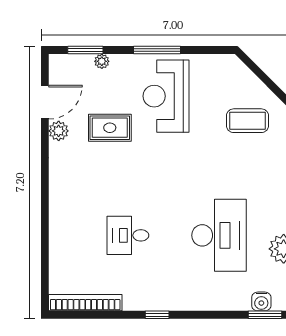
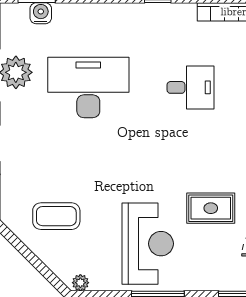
plant: (102, 61) -> (80, 283), moved
desk: (219, 235) -> (88, 87), turned 90

